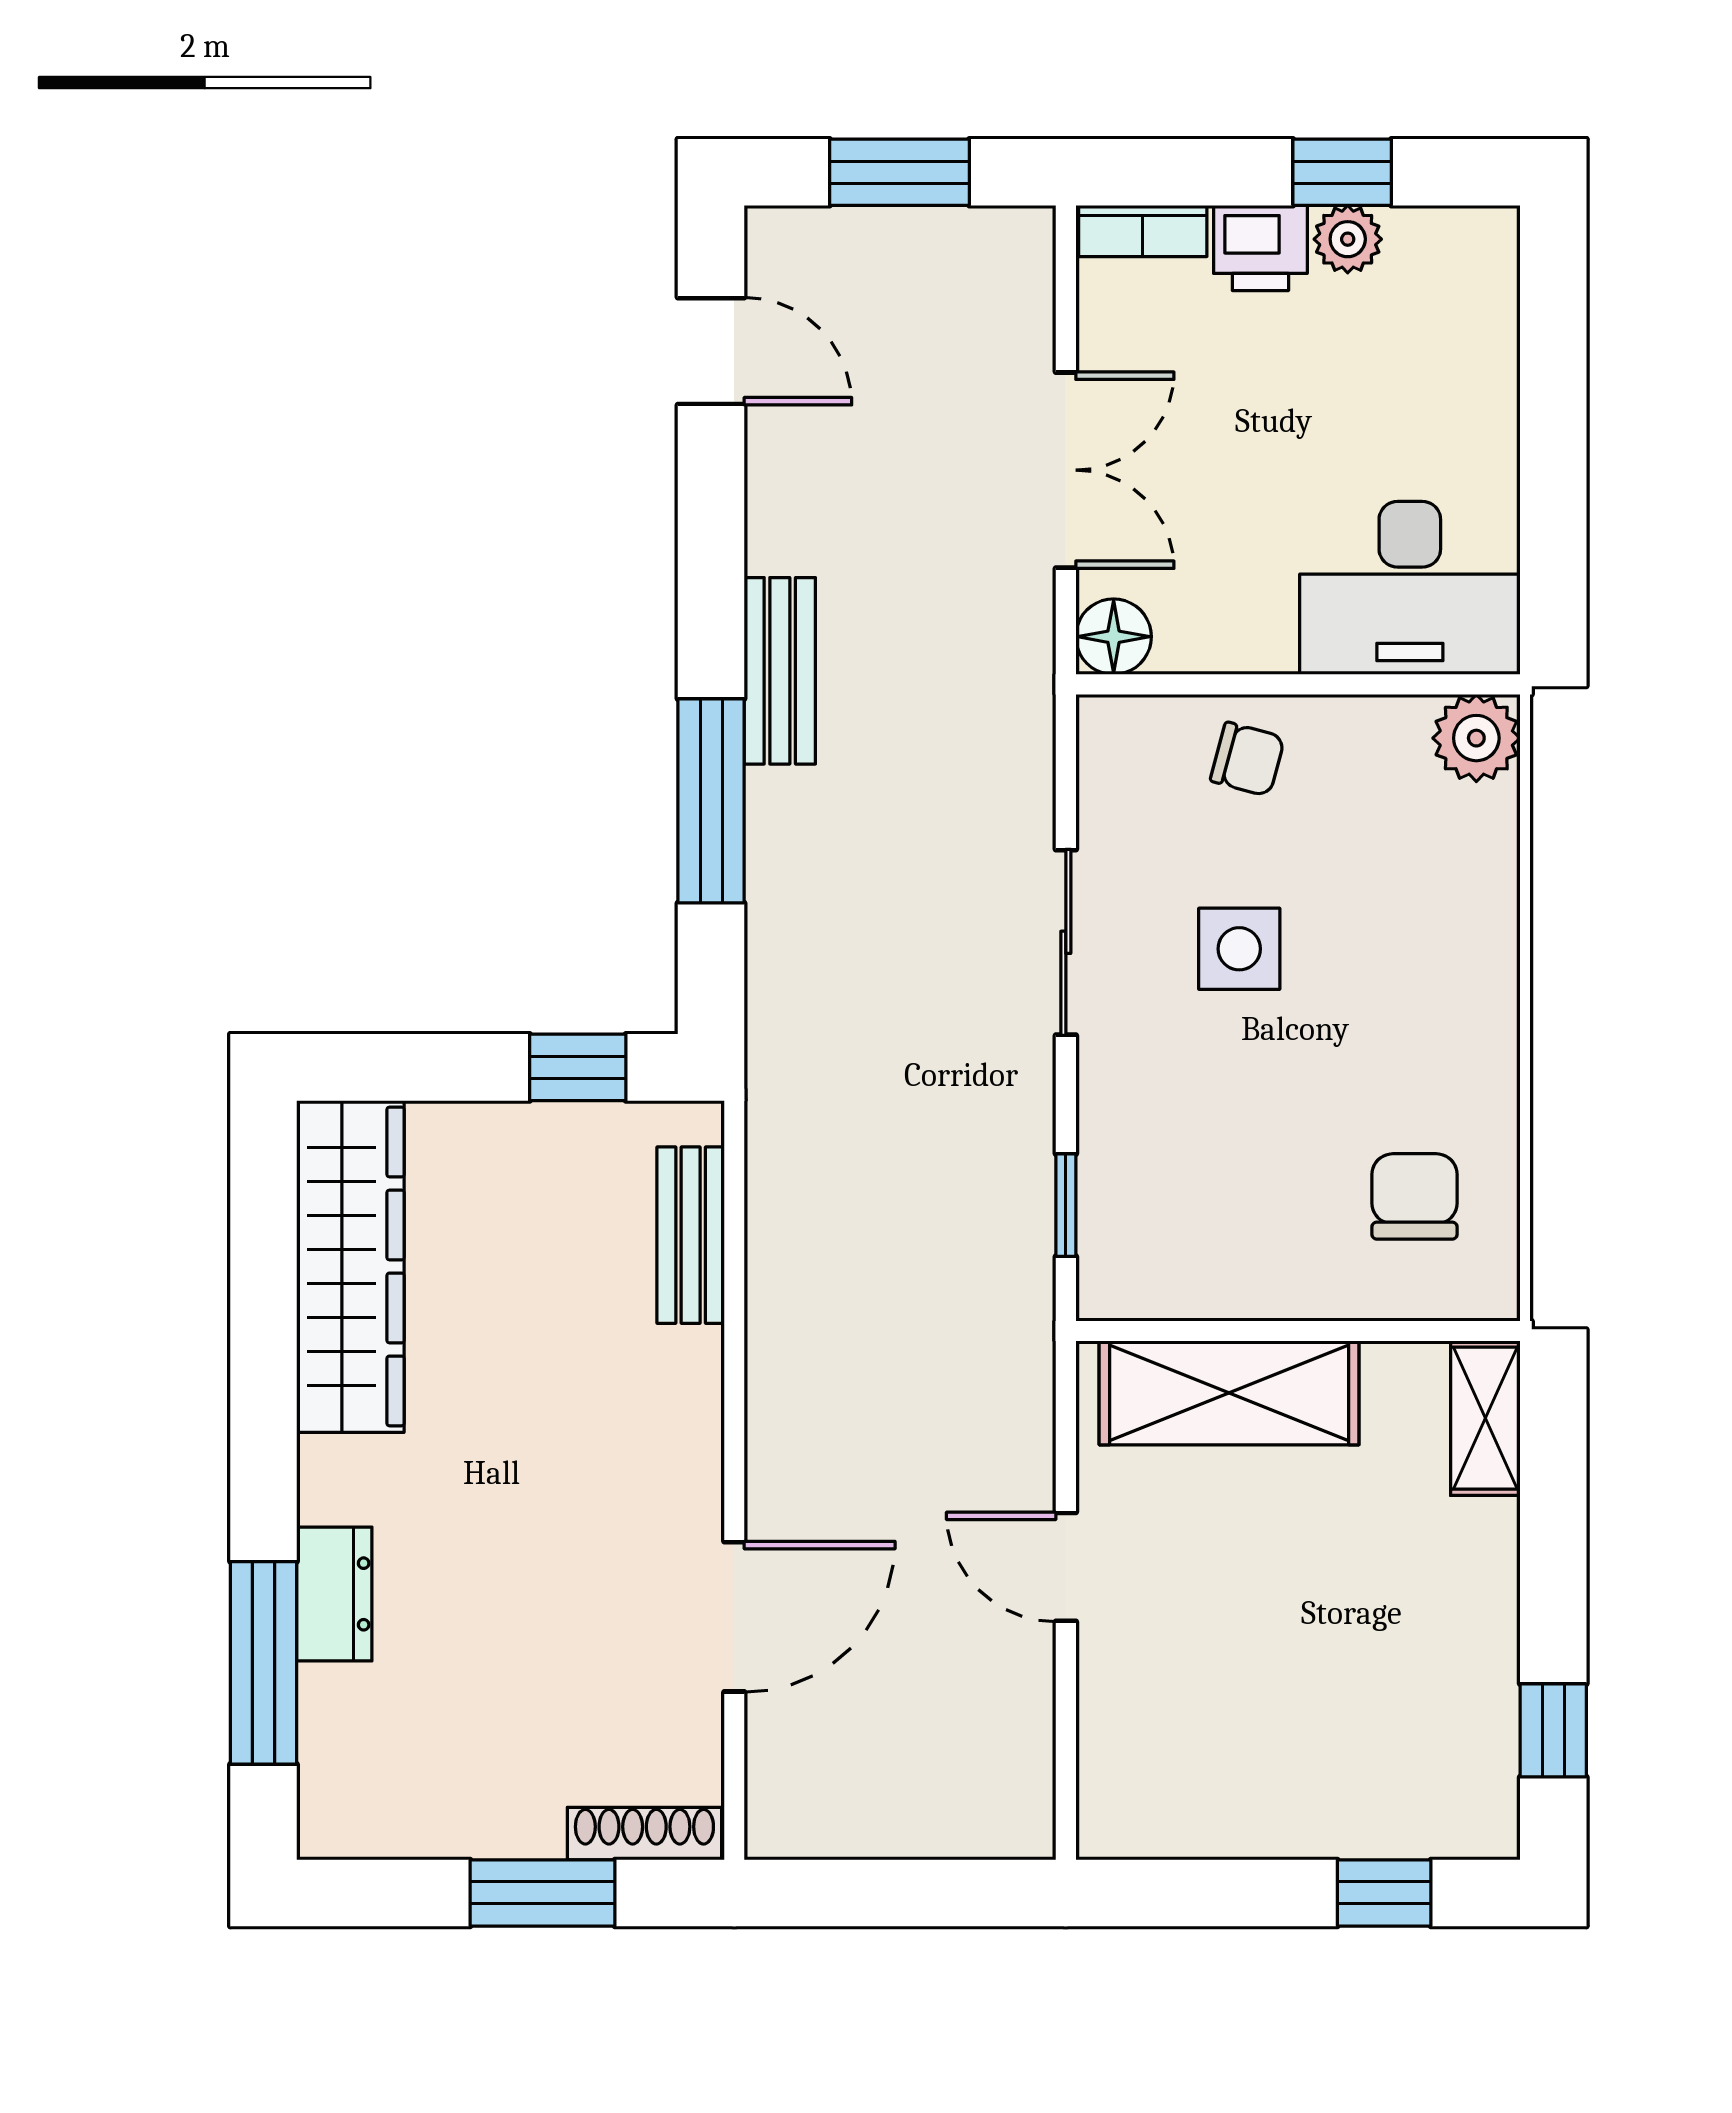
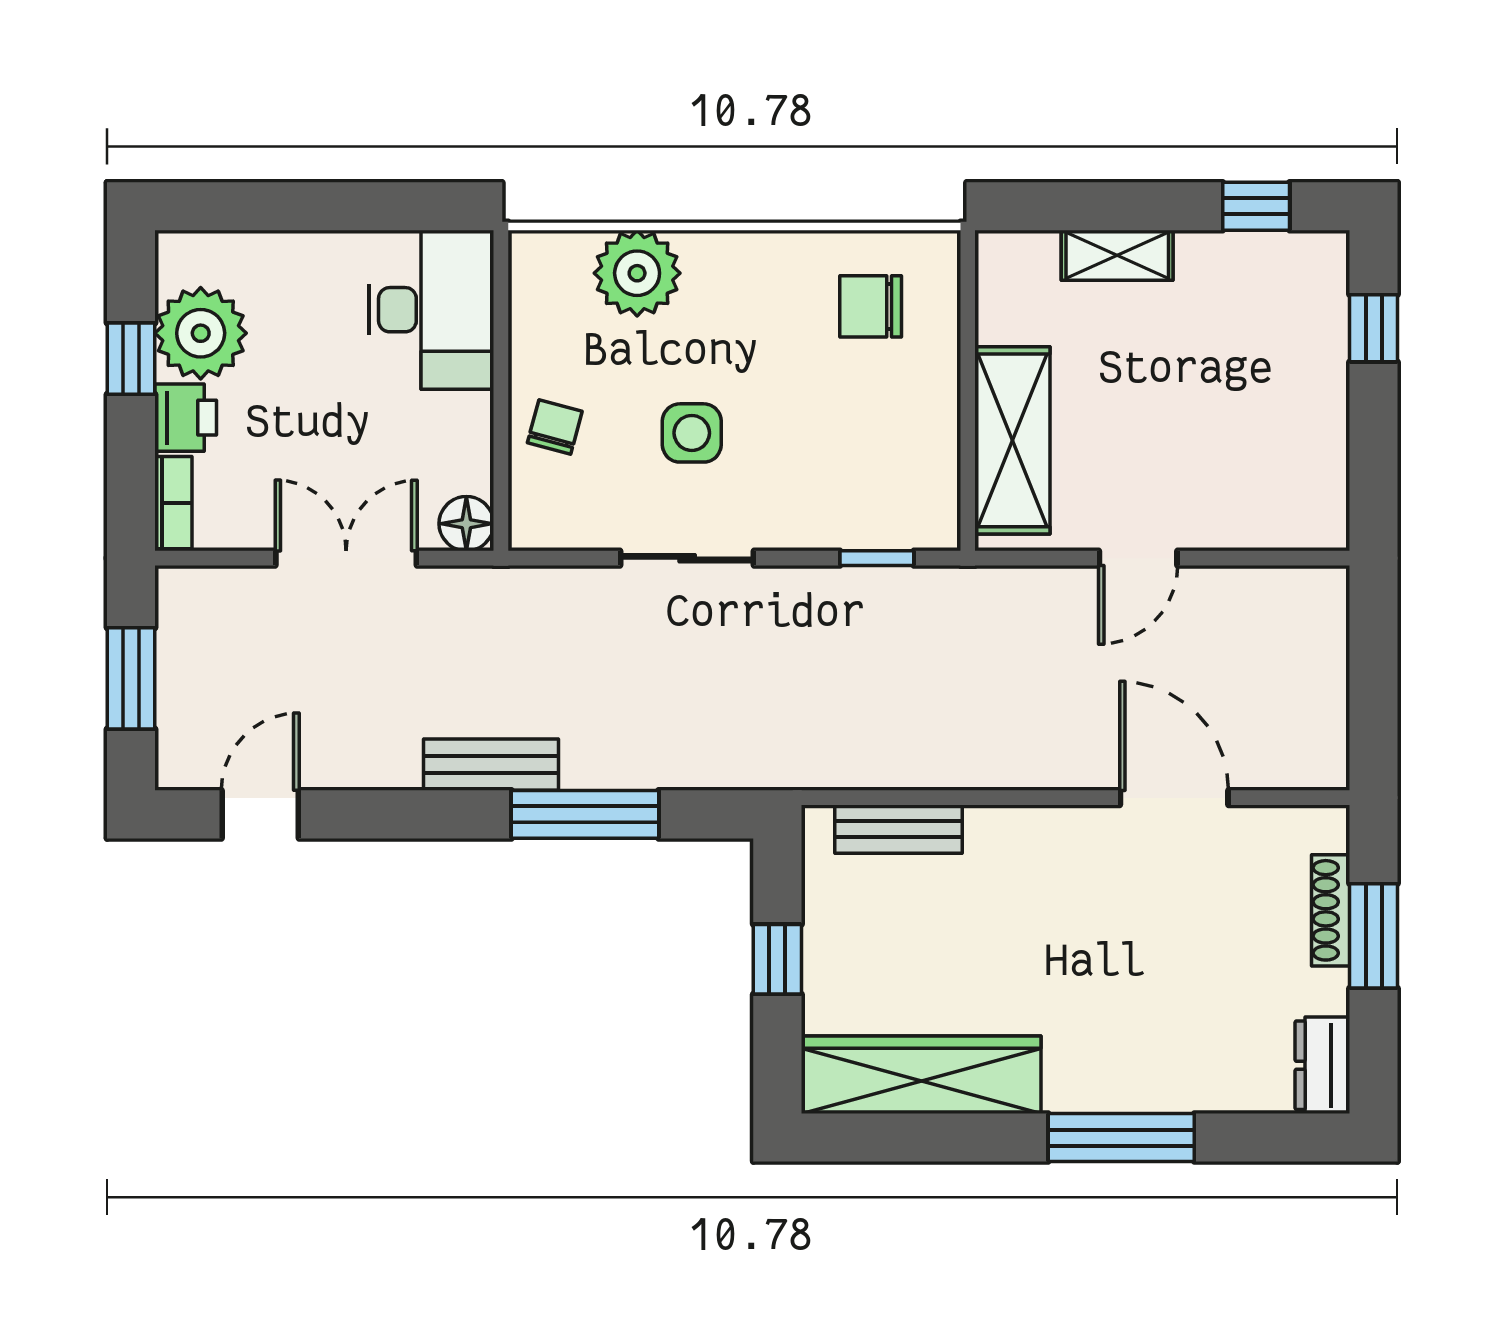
plant: (1348, 239) -> (201, 333), width x1.87, depth x1.87
plant: (1476, 738) -> (637, 273), moved, width x1.36, depth x1.36
window: (578, 1067) -> (777, 959), moved
shelving: (1485, 1418) -> (1117, 255), moved
dresser: (334, 1594) -> (1322, 1065), moved, turned -90
window: (263, 1663) -> (1121, 1138), moved
shoe rack: (644, 1834) -> (1331, 910), moved

